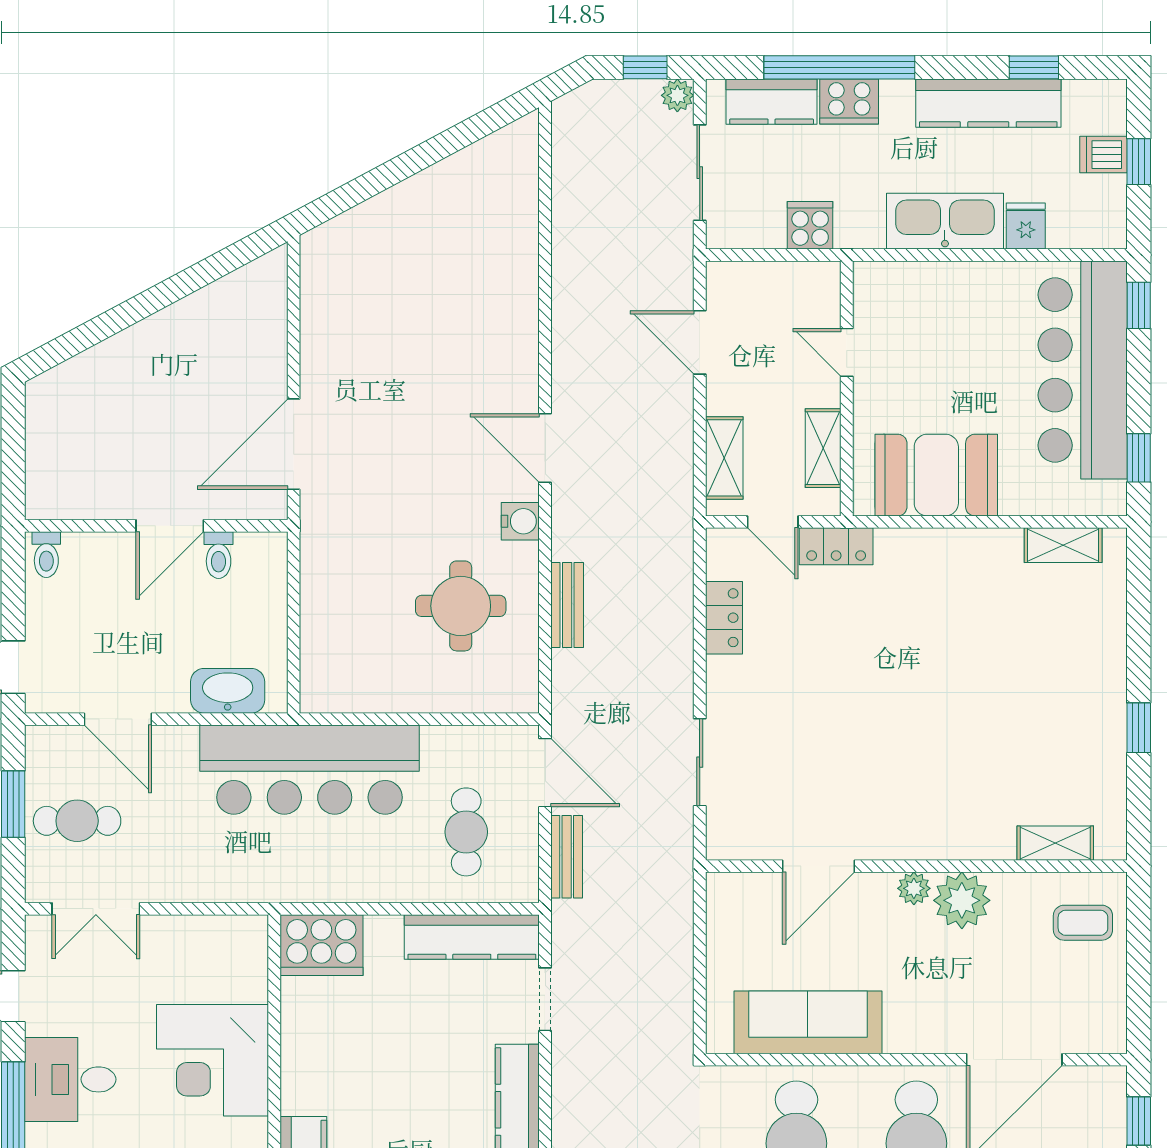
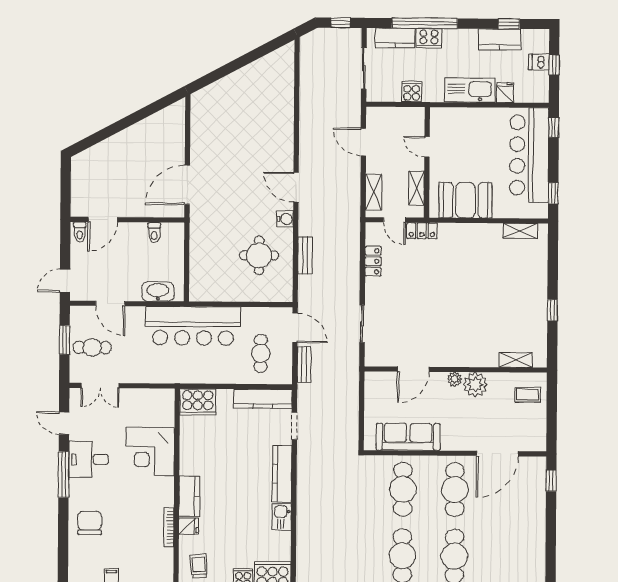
plant: (677, 95) -> (354, 35), removed
kitchen counter: (988, 103) -> (500, 39), width x0.67
door: (170, 526) -> (103, 220), moved

